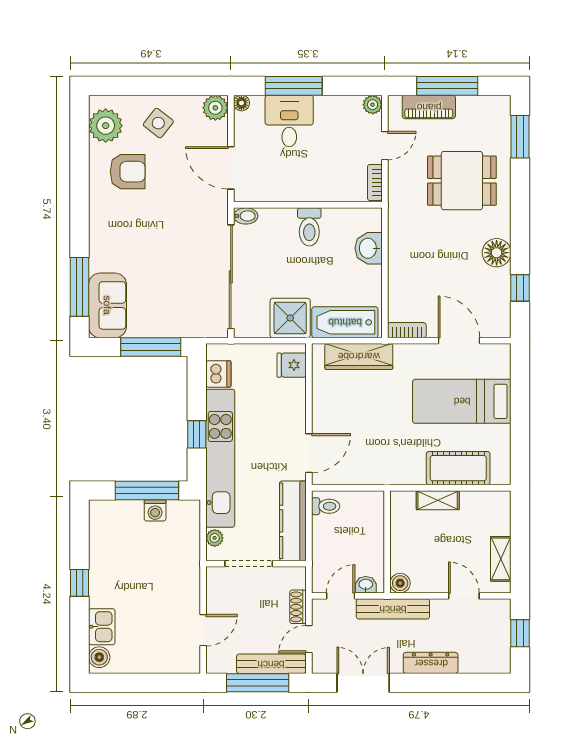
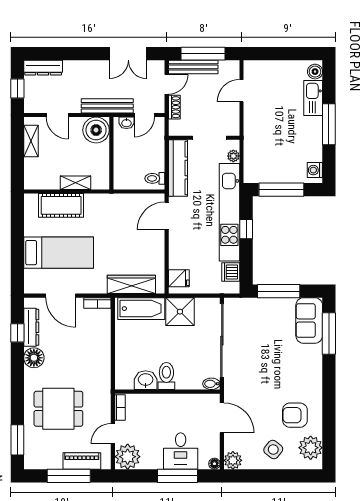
plant: (373, 105) -> (128, 457), width x1.88, depth x1.88
washbasin: (369, 248) -> (146, 380), moved, turned -90
dresser: (500, 296) -> (31, 327), added
washing machine: (155, 510) -> (315, 170), moved, turned -90
window: (80, 583) -> (329, 124), width x2.17
boiler: (400, 583) -> (96, 130), width x1.86, depth x1.86
kitchen sink: (102, 627) -> (313, 98), width x1.38
dresser: (431, 663) -> (43, 68), moved

